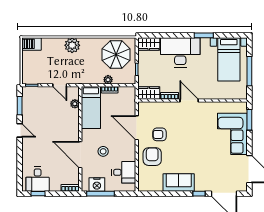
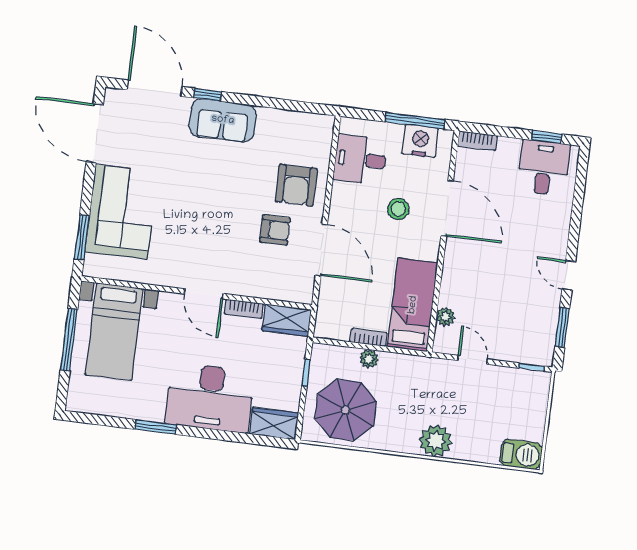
bed with nightstands: (229, 59) -> (114, 332), moved, turned 180
sofa: (179, 183) -> (223, 120), moved

